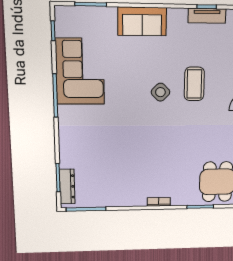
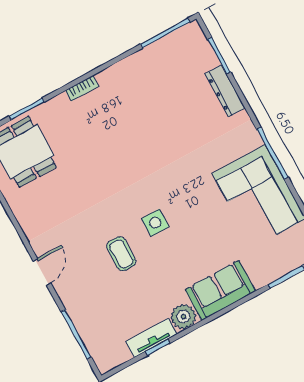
plant: (177, 18) -> (183, 317), added
coffee table: (194, 84) -> (121, 254), width x0.73, depth x0.77
side table: (160, 92) -> (155, 223), turned 45
dresser: (67, 186) -> (225, 91), moved

